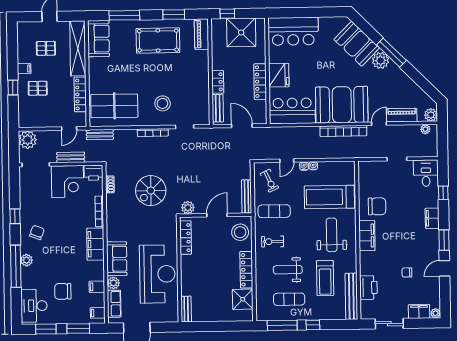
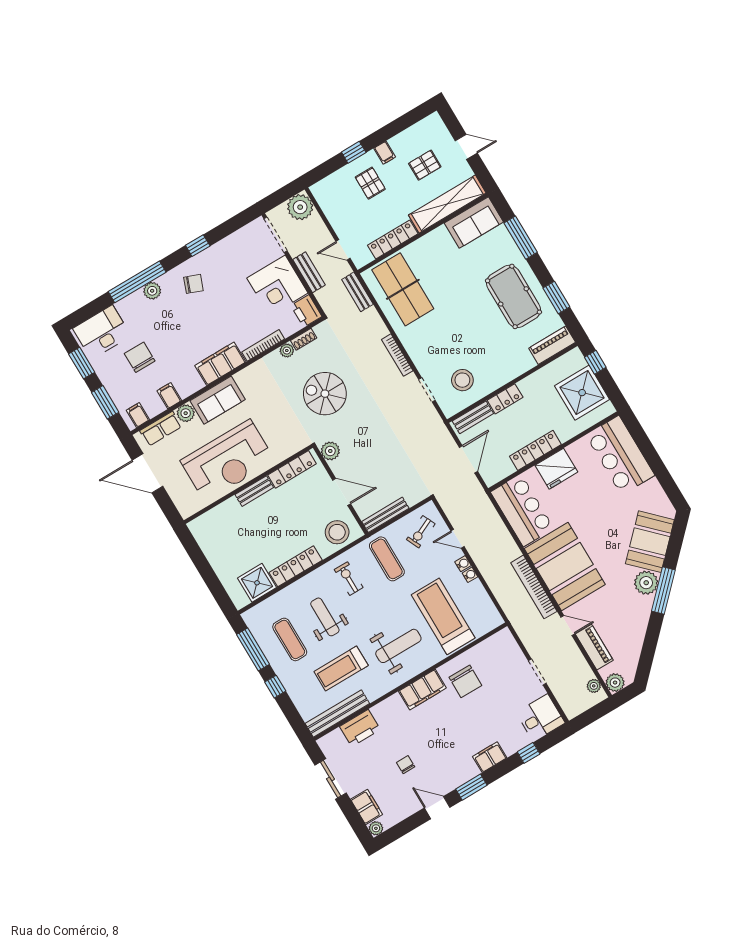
pallet: (46, 48) -> (425, 165), turned 90
stool: (163, 103) -> (462, 380), moved
plant: (111, 199) -> (287, 351), added
bench: (186, 309) -> (254, 491), moved

